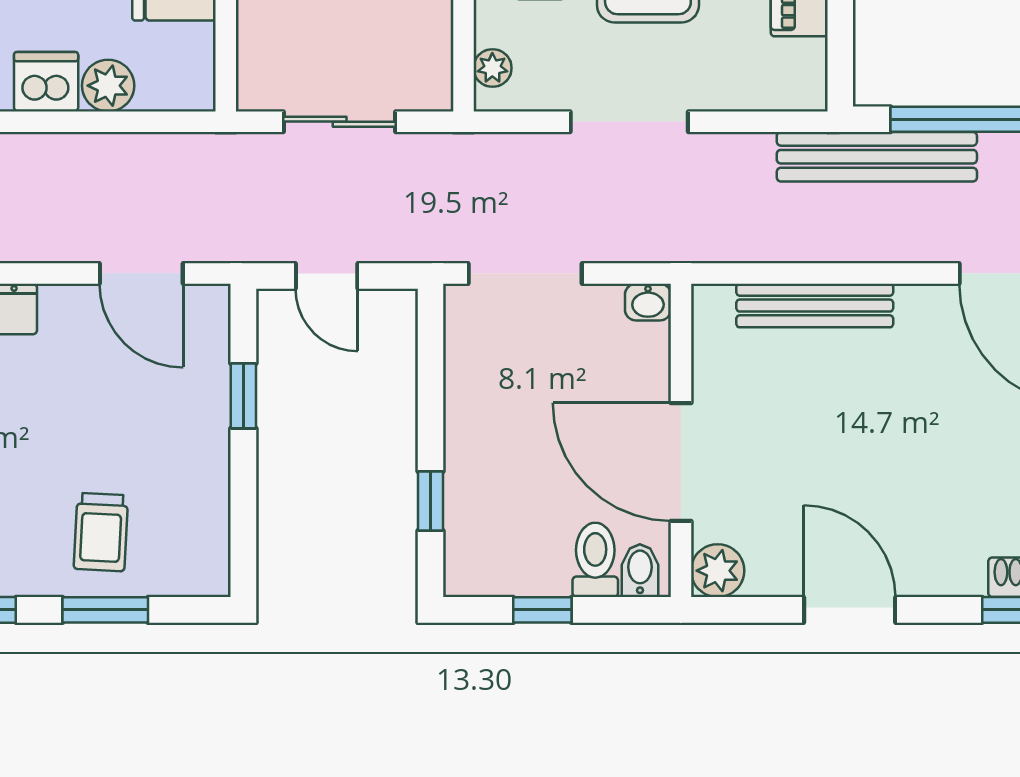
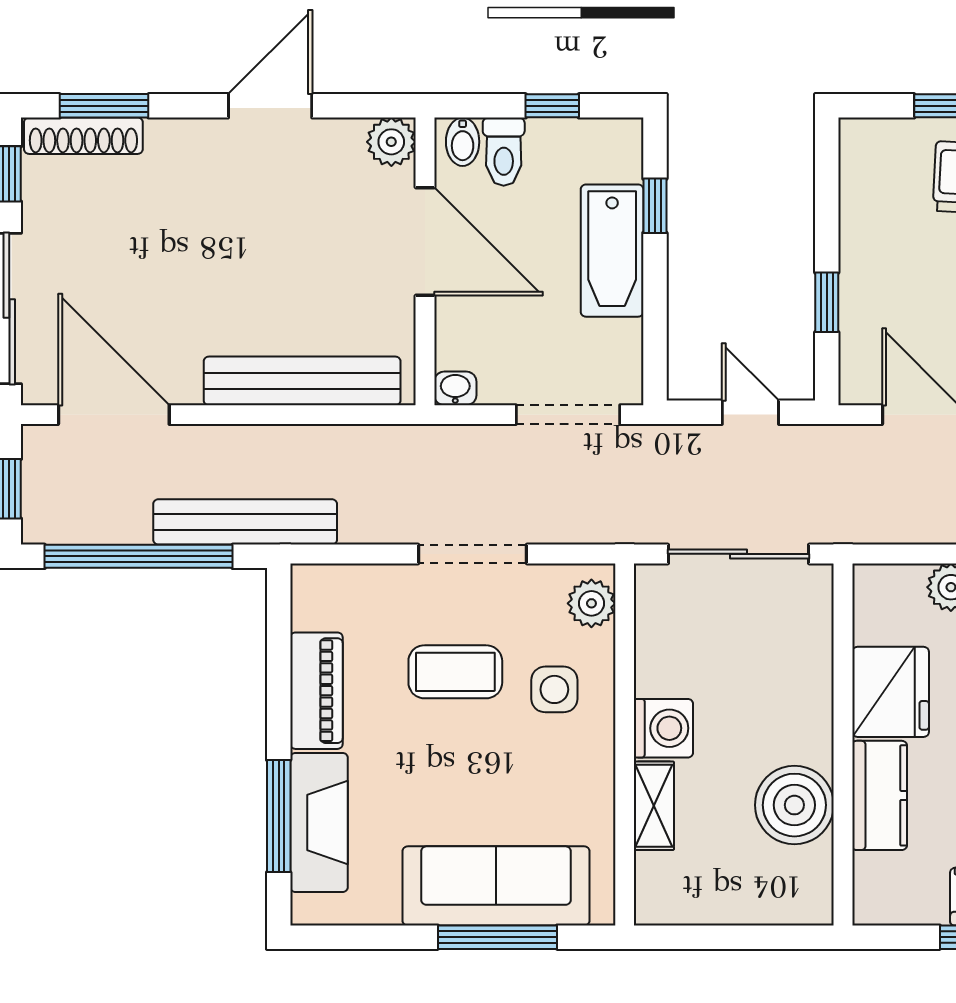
plant: (492, 68) -> (591, 603), width x1.38, depth x1.38
sliding door: (340, 122) -> (738, 554), width x1.37
bench: (815, 306) -> (302, 381), width x1.37, depth x1.21
bathtub: (477, 452) -> (612, 251), added
door: (850, 610) -> (270, 106), swing flipped

